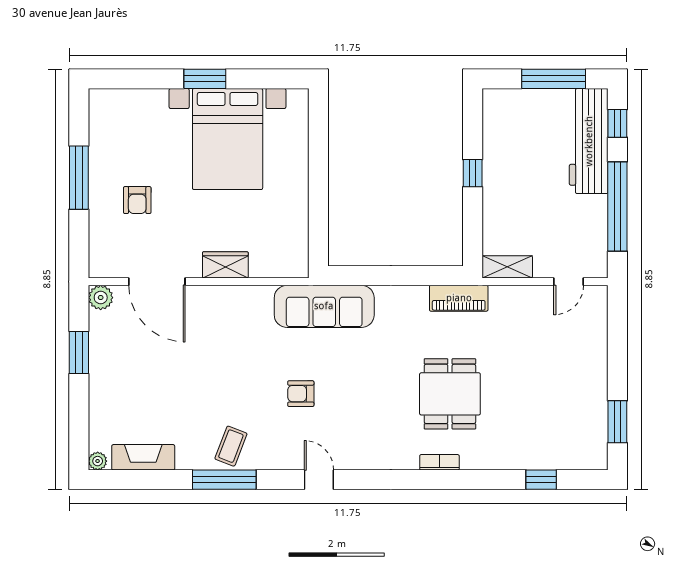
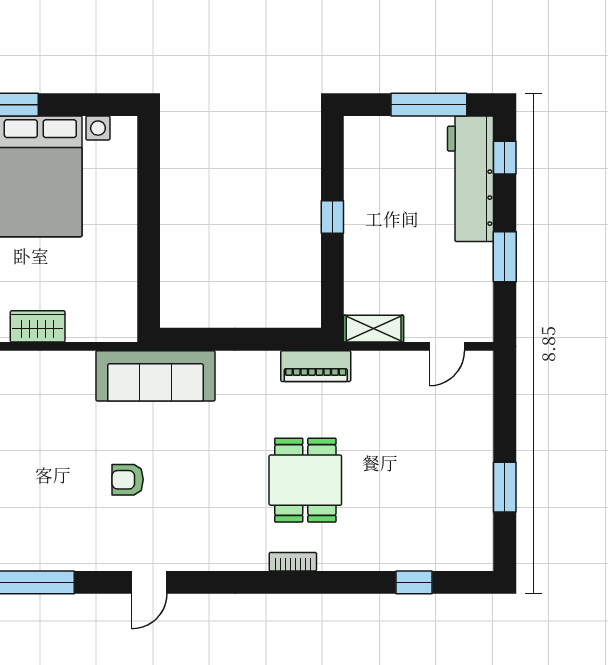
window: (617, 206) -> (505, 257), width x0.47
window: (617, 422) -> (505, 487), moved
coffee table: (231, 446) -> (44, 542), removed
door: (319, 480) -> (149, 582), swing flipped

